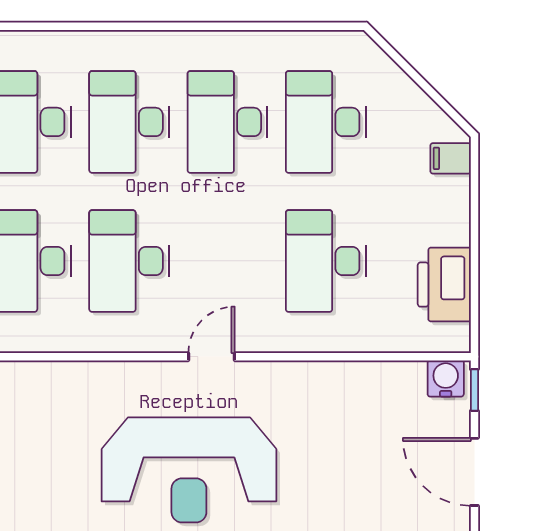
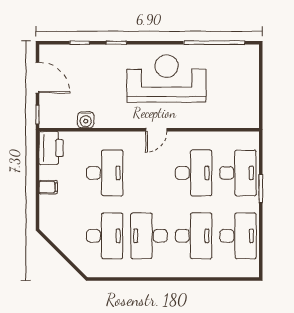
desk: (228, 122) -> (149, 236), turned 180
filing cabinet: (451, 158) -> (48, 187), moved
printer: (444, 285) -> (51, 148), moved
water cooler: (446, 378) -> (86, 120), moved

